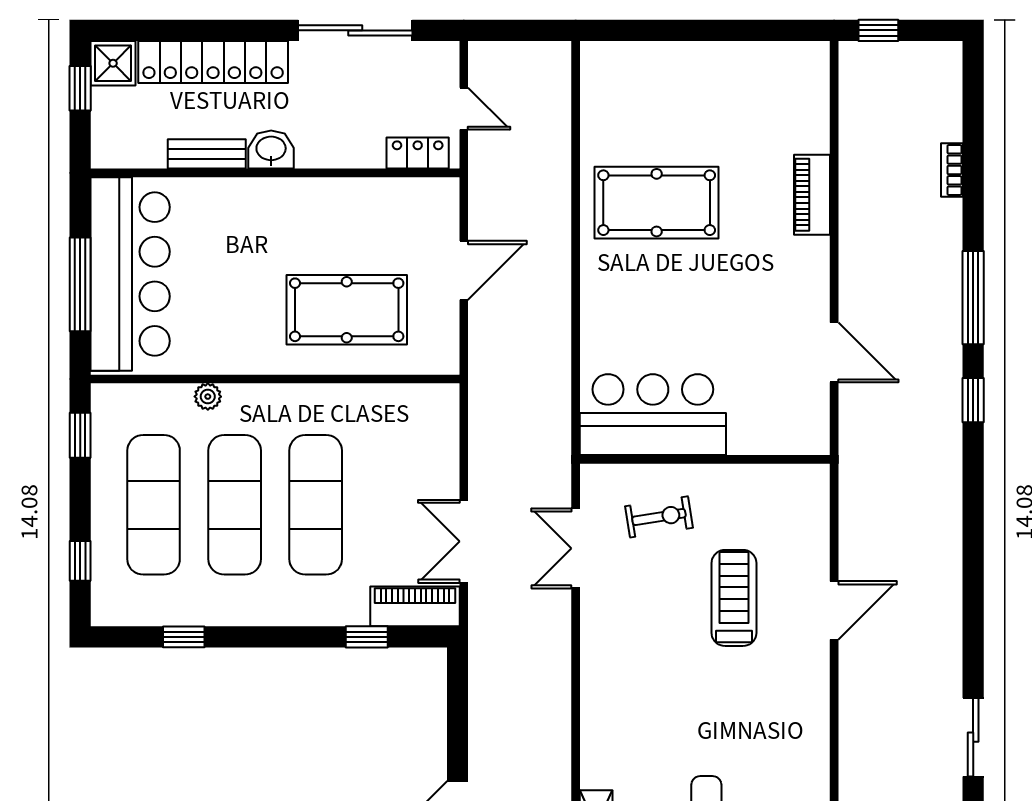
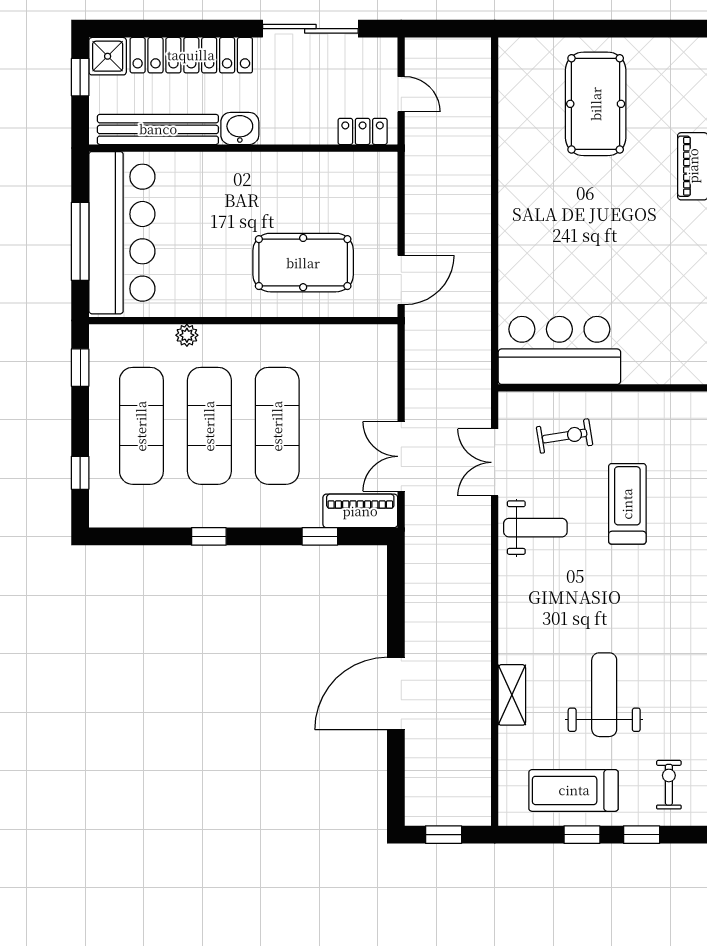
bench: (207, 154) -> (158, 129), width x1.86, depth x1.21
pool table: (657, 203) -> (596, 104), moved, turned 90
door: (464, 270) -> (401, 280), moved
weight bench: (624, 626) -> (535, 528), added
window: (184, 637) -> (209, 536), moved

